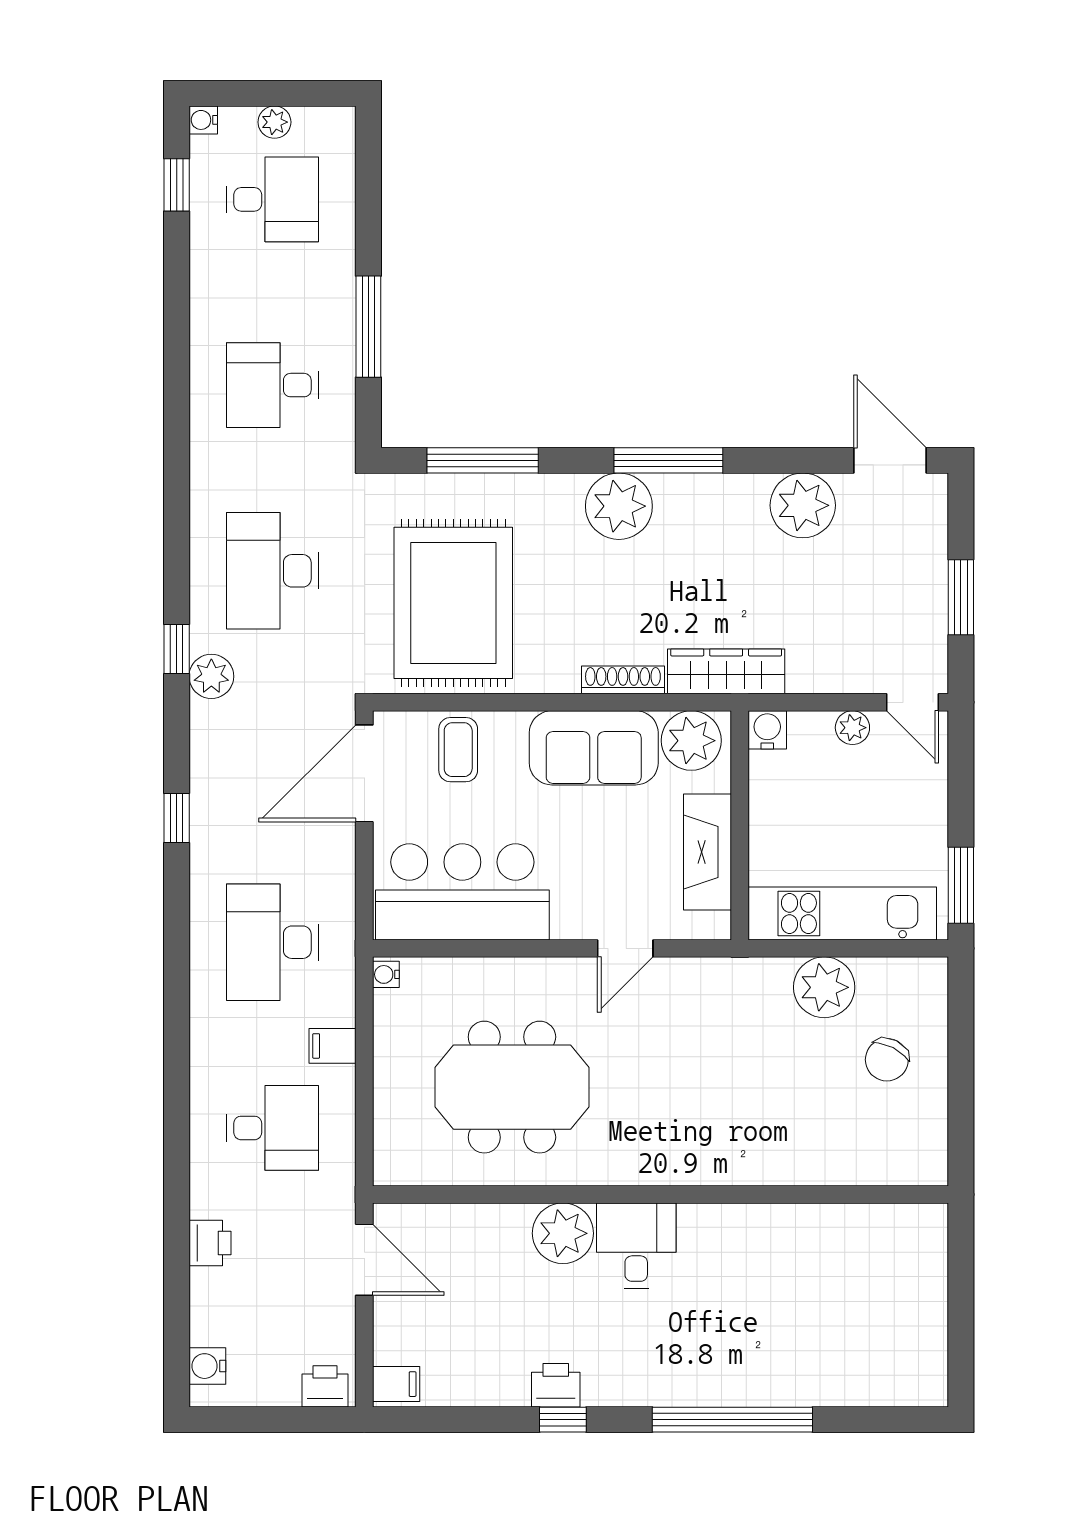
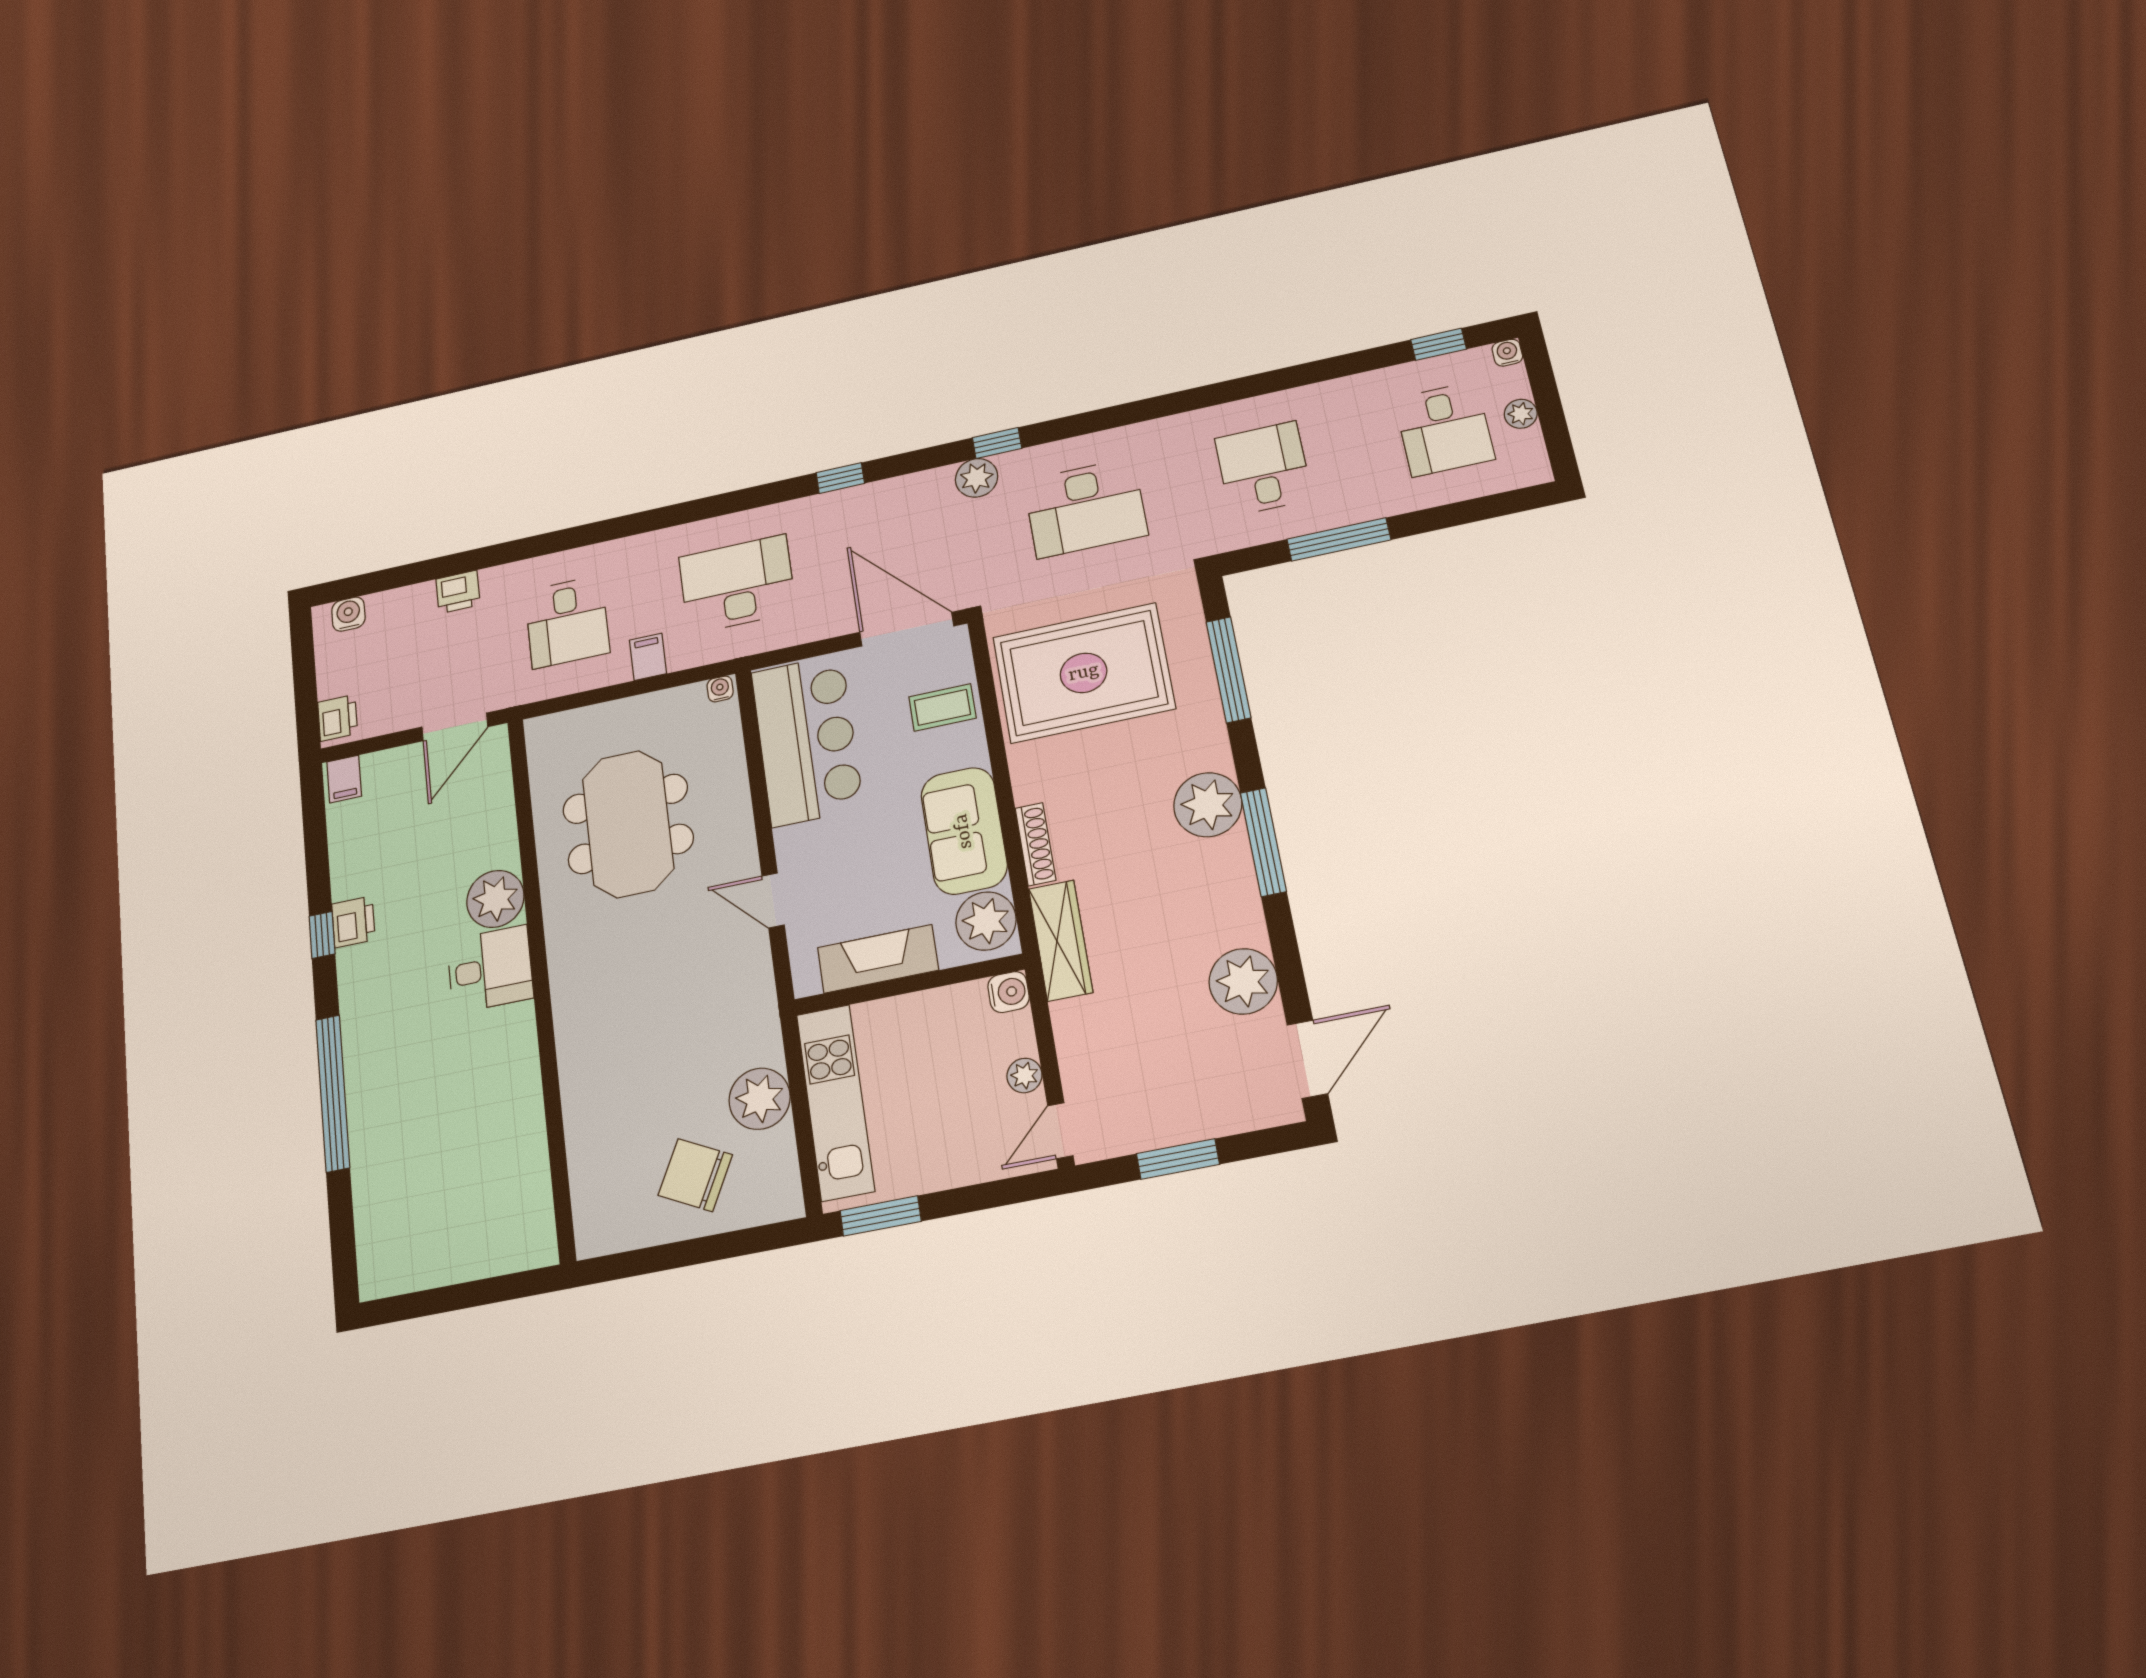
desk: (273, 571) -> (1085, 508), turned 180
chair: (887, 1060) -> (695, 1175), width x1.37, depth x1.37

